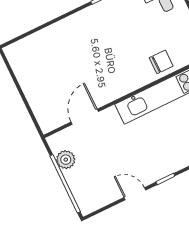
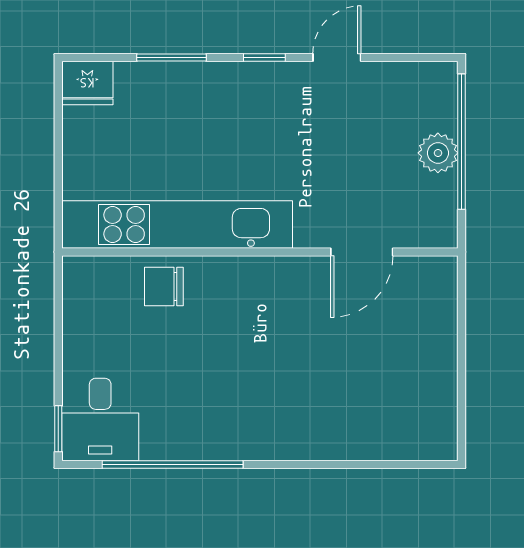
plant: (66, 160) -> (438, 153), moved
door: (135, 194) -> (337, 57), swing flipped

